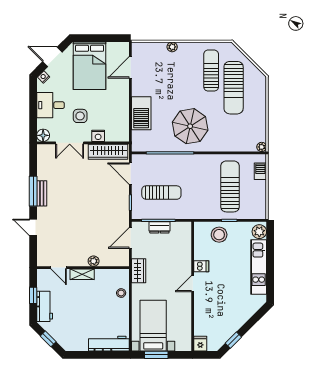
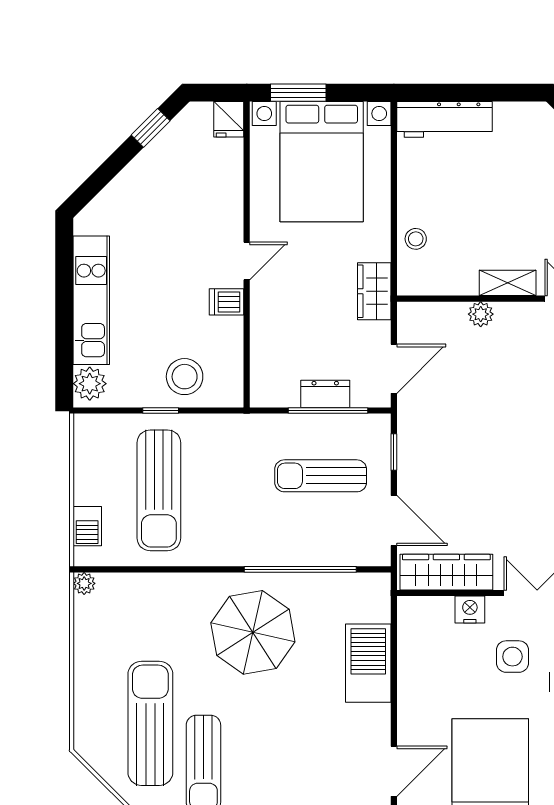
bed with nightstands: (153, 326) -> (322, 162), width x1.36
window: (156, 355) -> (298, 93), moved

